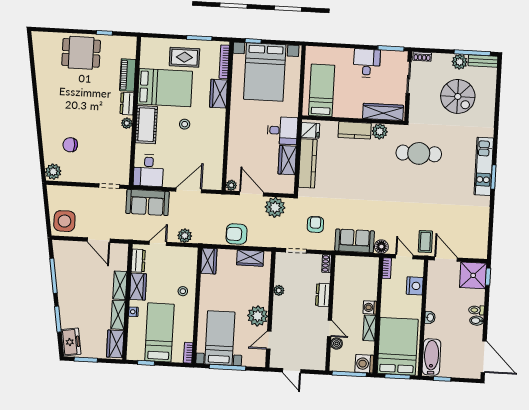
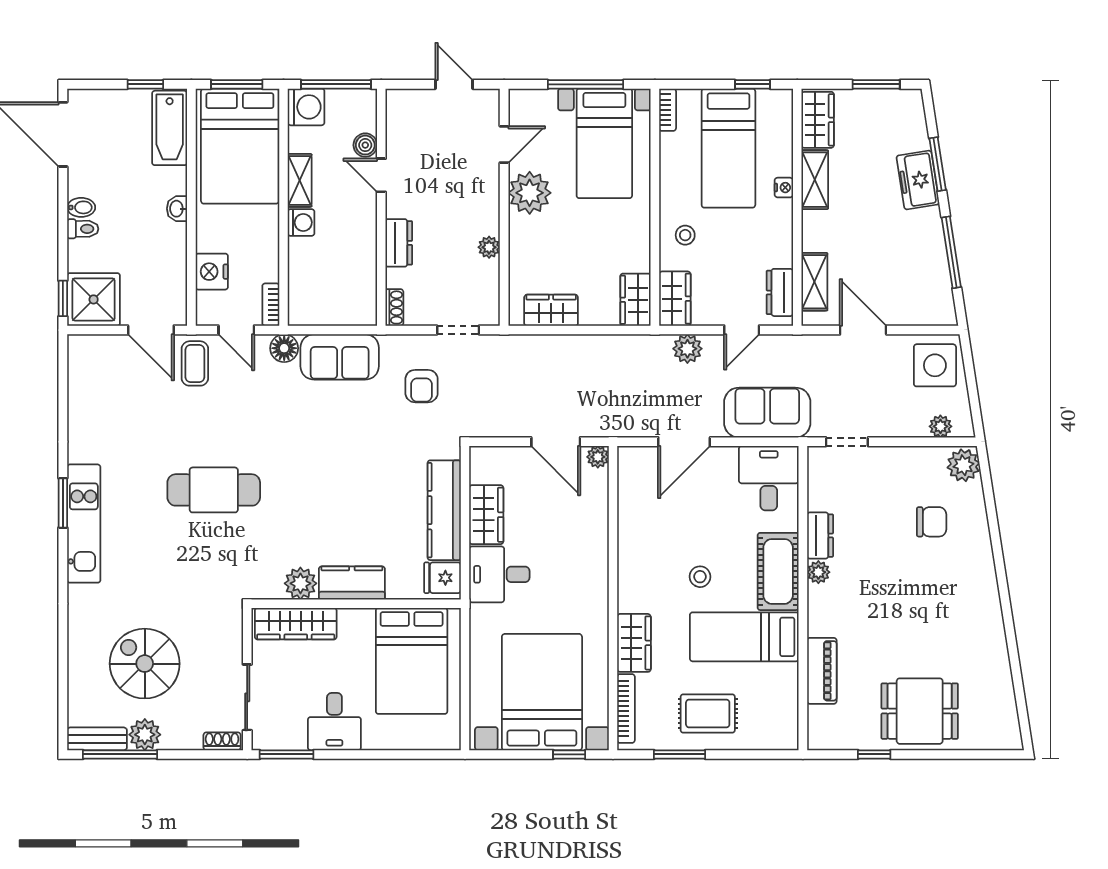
bed: (165, 88) -> (744, 637), width x0.67
bed: (322, 90) -> (412, 661), width x1.50
dresser: (127, 104) -> (820, 536), moved
cafe table: (419, 153) -> (214, 490), moved
plant: (275, 207) -> (940, 426), moved, width x0.53, depth x0.53
armchair: (237, 234) -> (582, 358), removed
shelving: (120, 285) -> (814, 282), moved
wardrobe: (138, 287) -> (675, 299), moved, turned 180
freezer: (71, 342) -> (918, 180), moved

